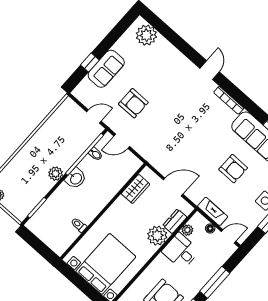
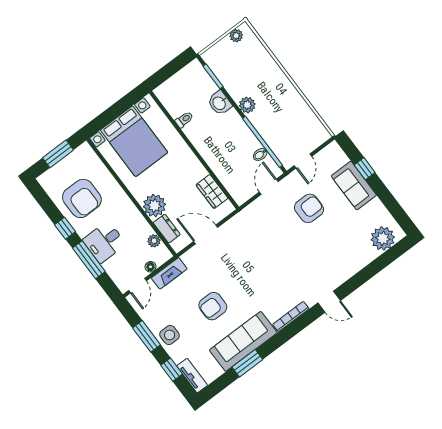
armchair: (133, 103) -> (309, 208), turned 180
washbasin: (76, 178) -> (220, 103), moved
door: (173, 187) -> (206, 234), swing flipped
desk: (181, 251) -> (104, 242), moved, turned 180

